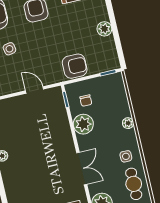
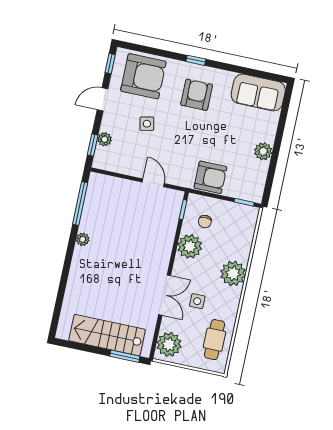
plant: (128, 123) -> (233, 273), width x1.87, depth x1.87
side table: (126, 156) -> (197, 301), moved

